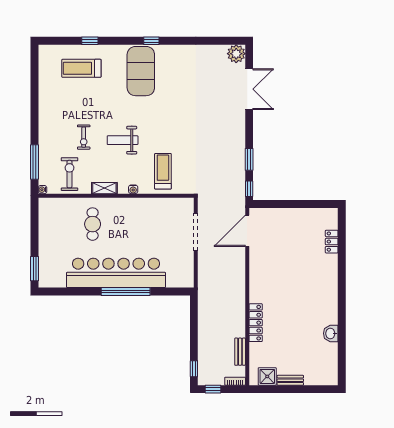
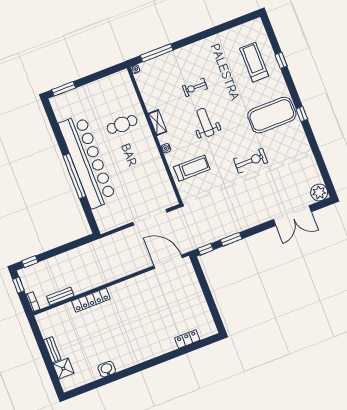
exercise bike: (69, 174) -> (251, 161), moved
shower: (267, 376) -> (63, 368), moved

